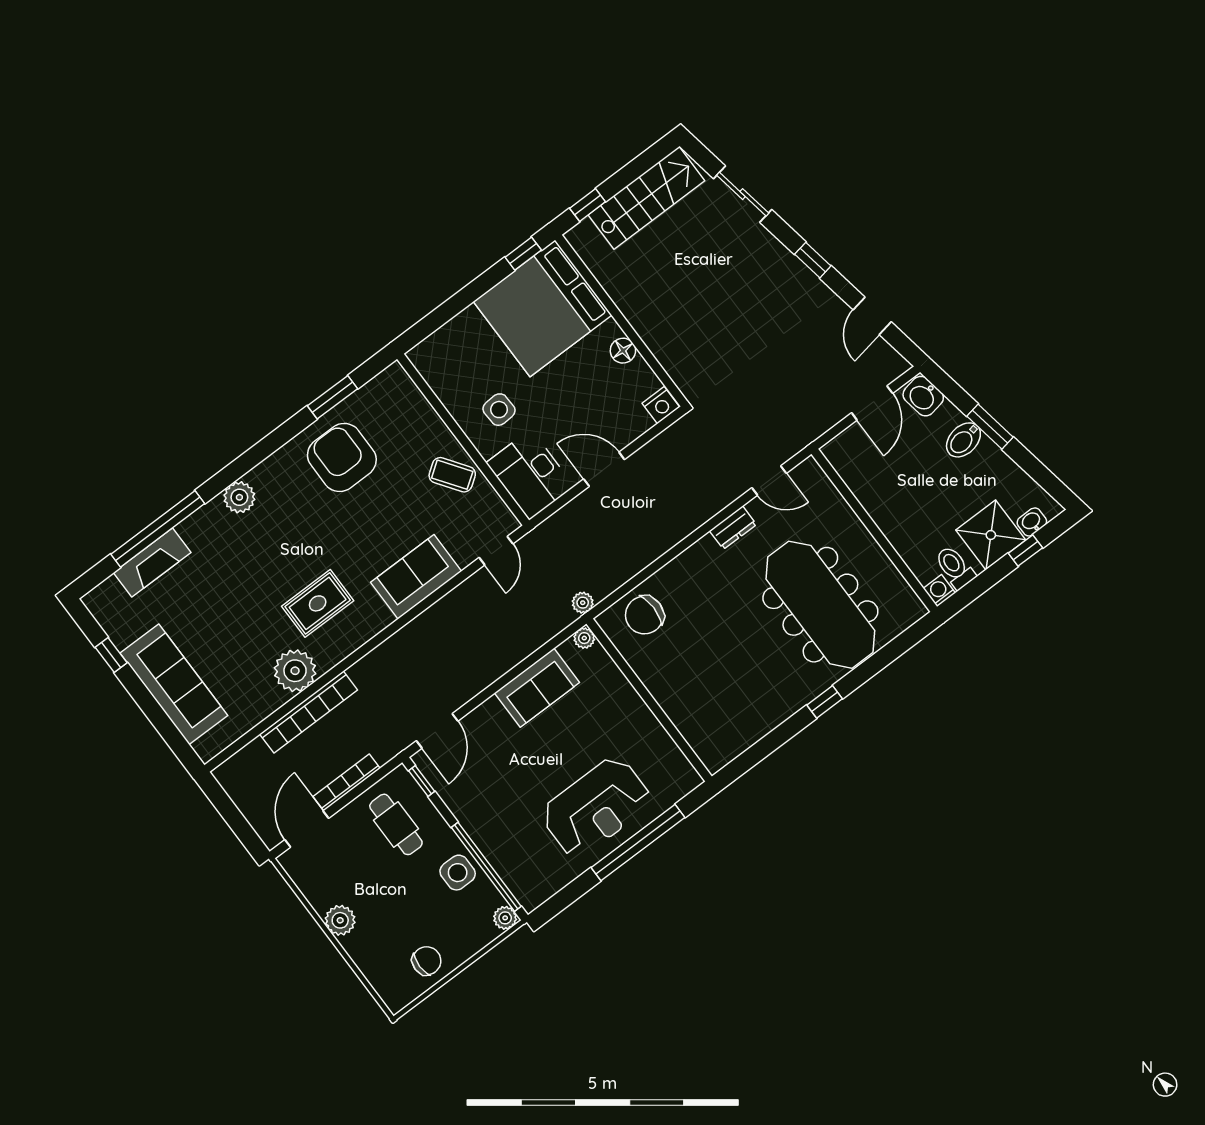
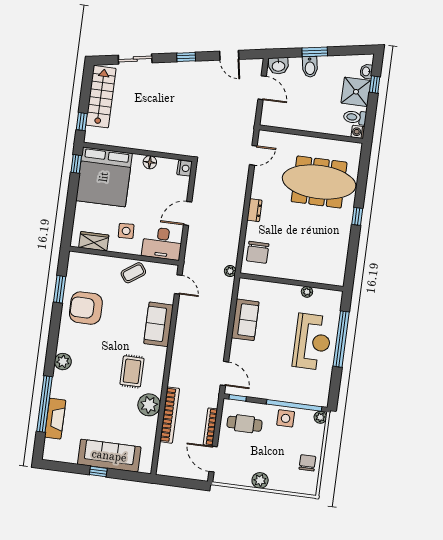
wardrobe: (442, 380) -> (94, 241), added
dresser: (733, 528) -> (254, 210), moved
plant: (584, 638) -> (307, 292), moved
window: (111, 655) -> (98, 472), moved

